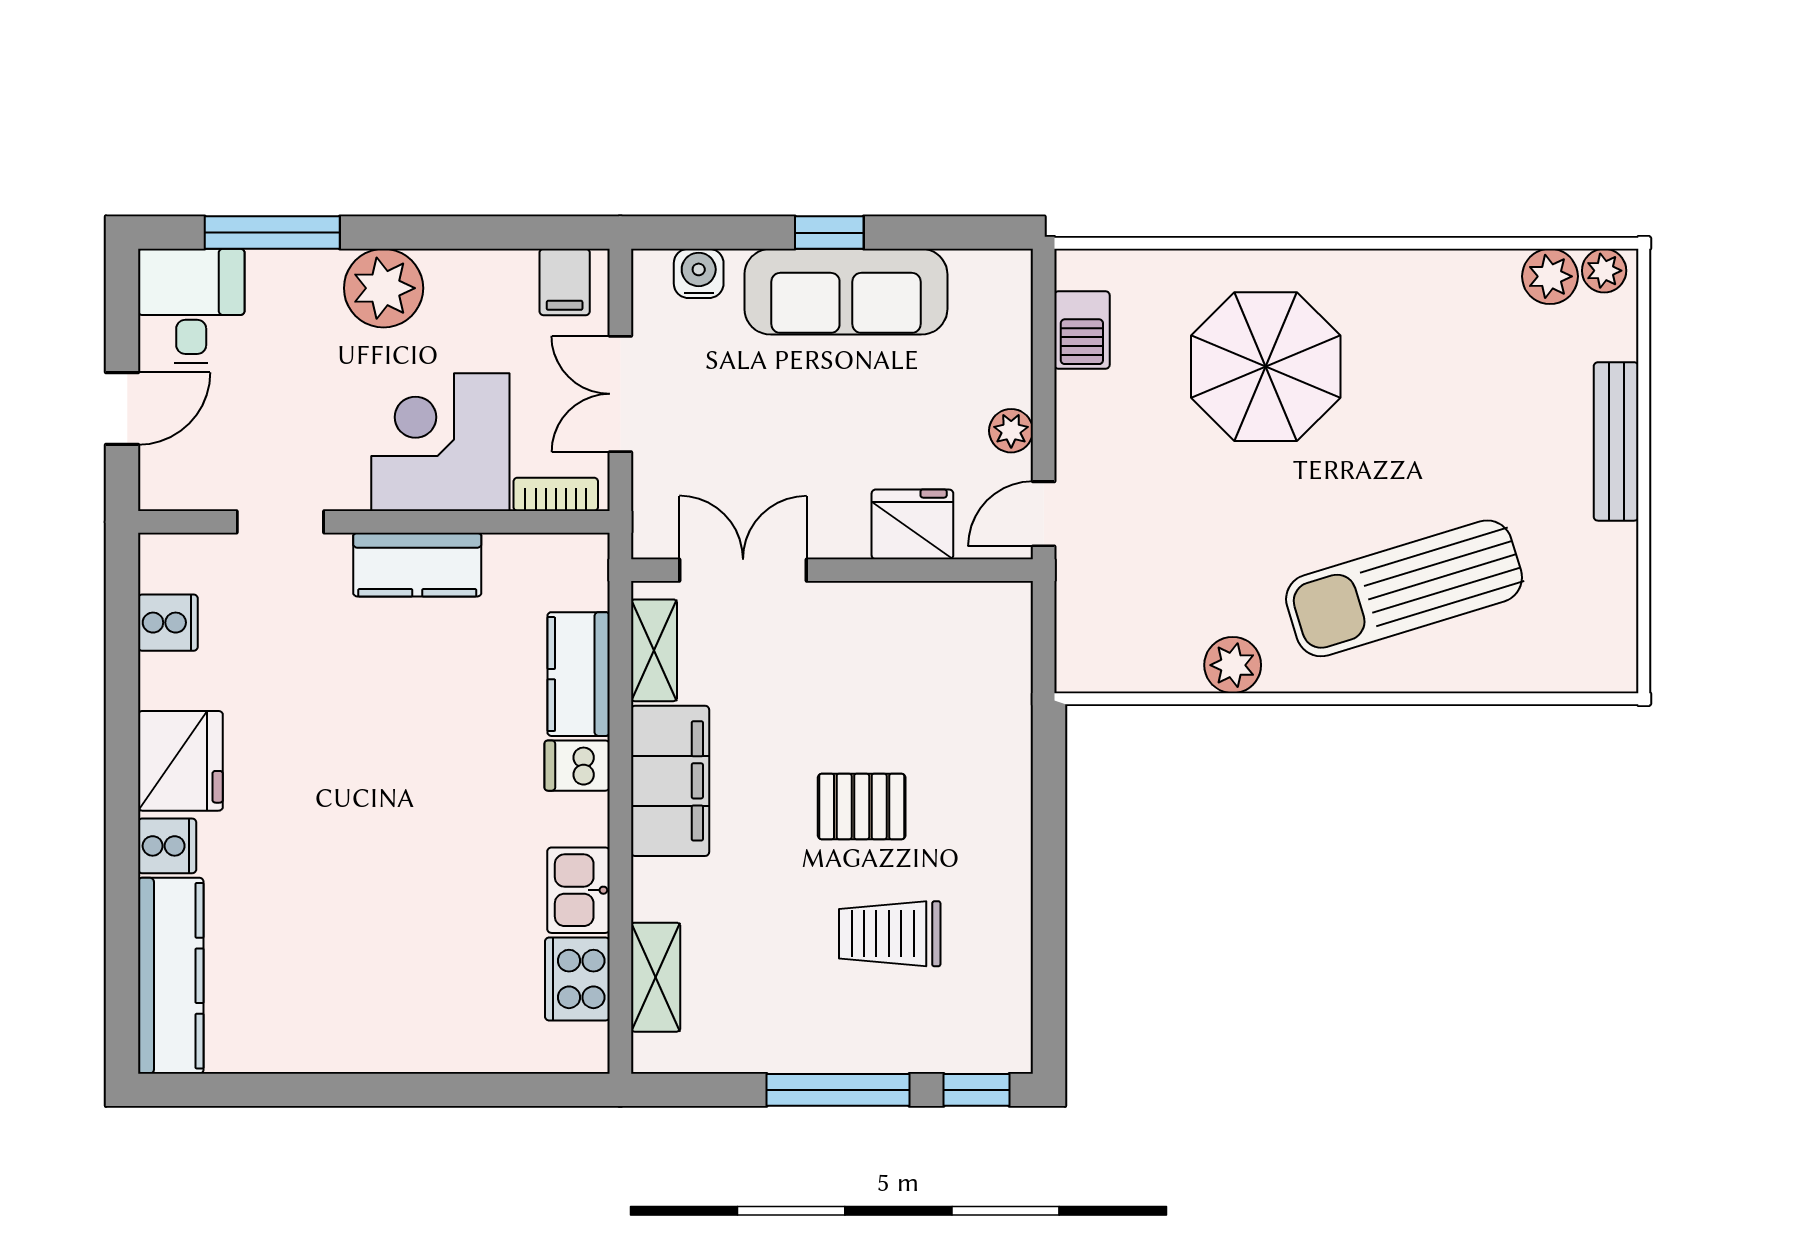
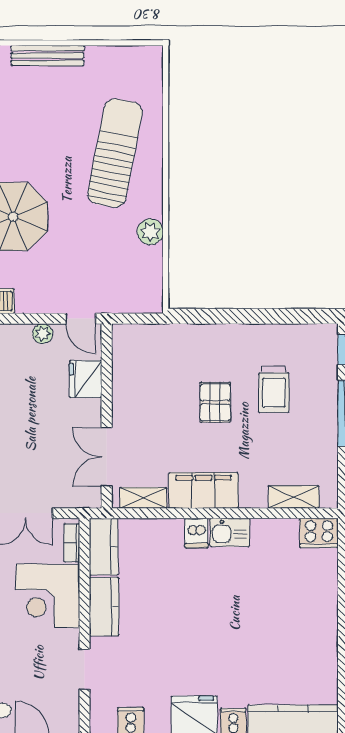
sun lounger: (1404, 588) -> (115, 153), turned -152
kitchen counter: (579, 674) -> (104, 547), moved, turned -90
kitchen sink: (579, 890) -> (230, 532), moved
cooker: (577, 979) -> (319, 533), moved

